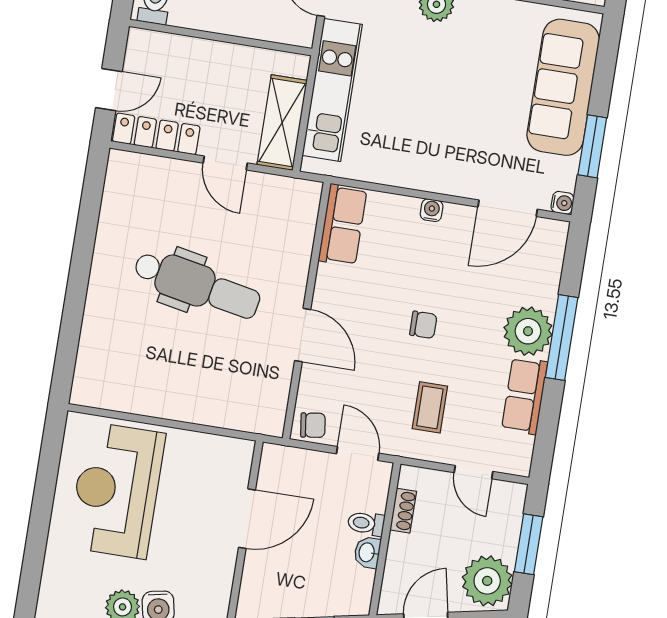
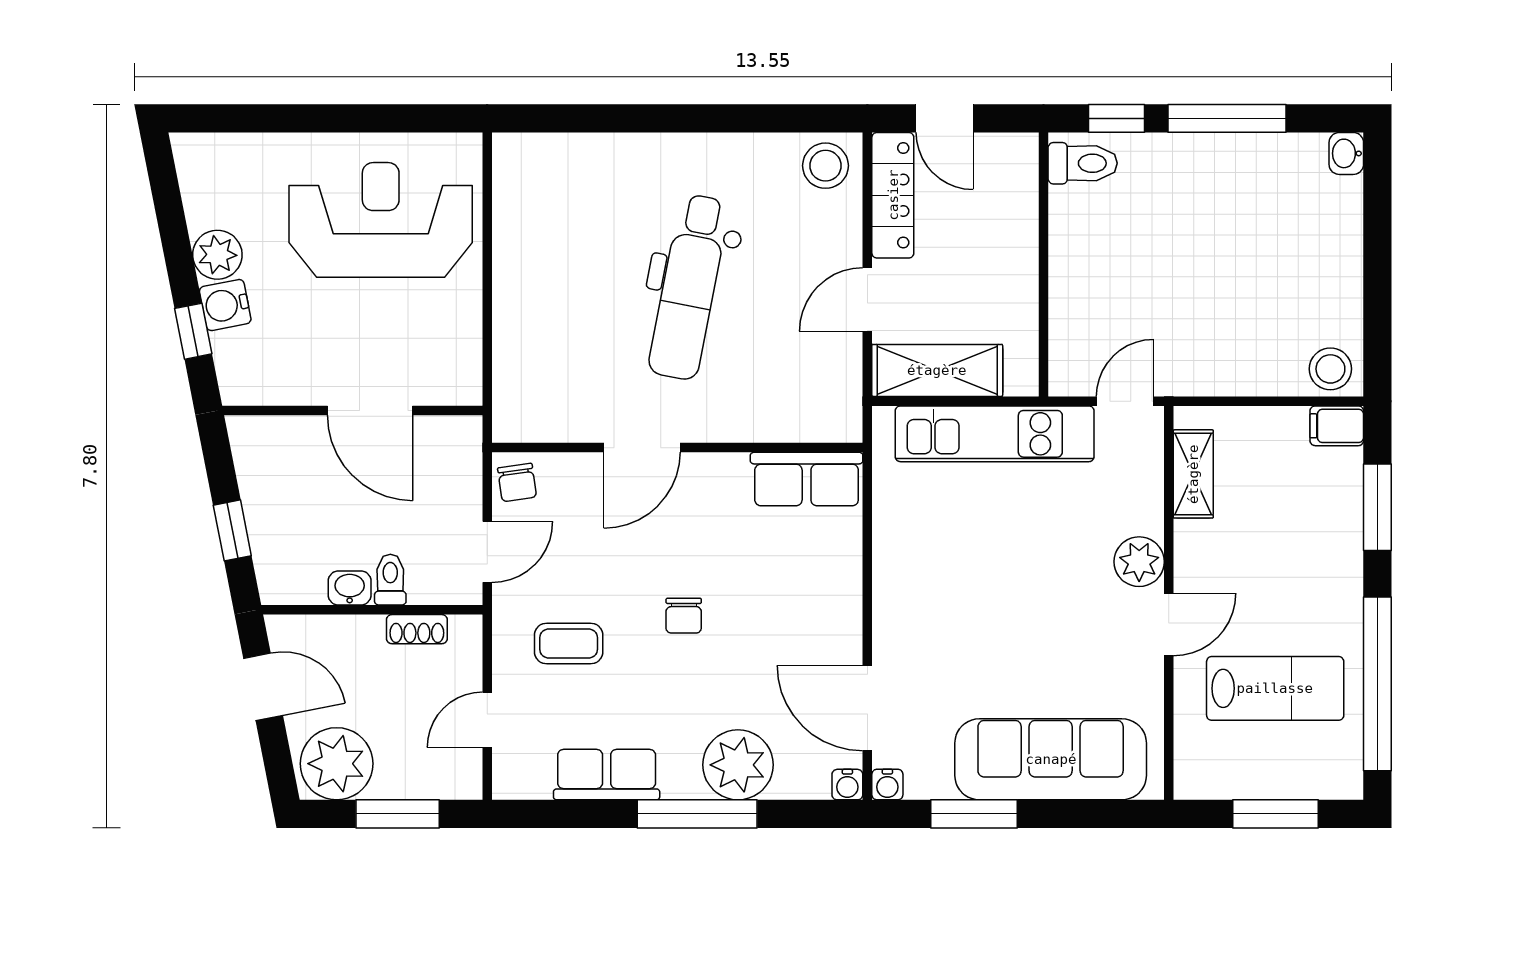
stool: (128, 177) -> (826, 166), added
water cooler: (432, 210) -> (847, 785), moved, turned 90
plant: (528, 331) -> (738, 765), moved

